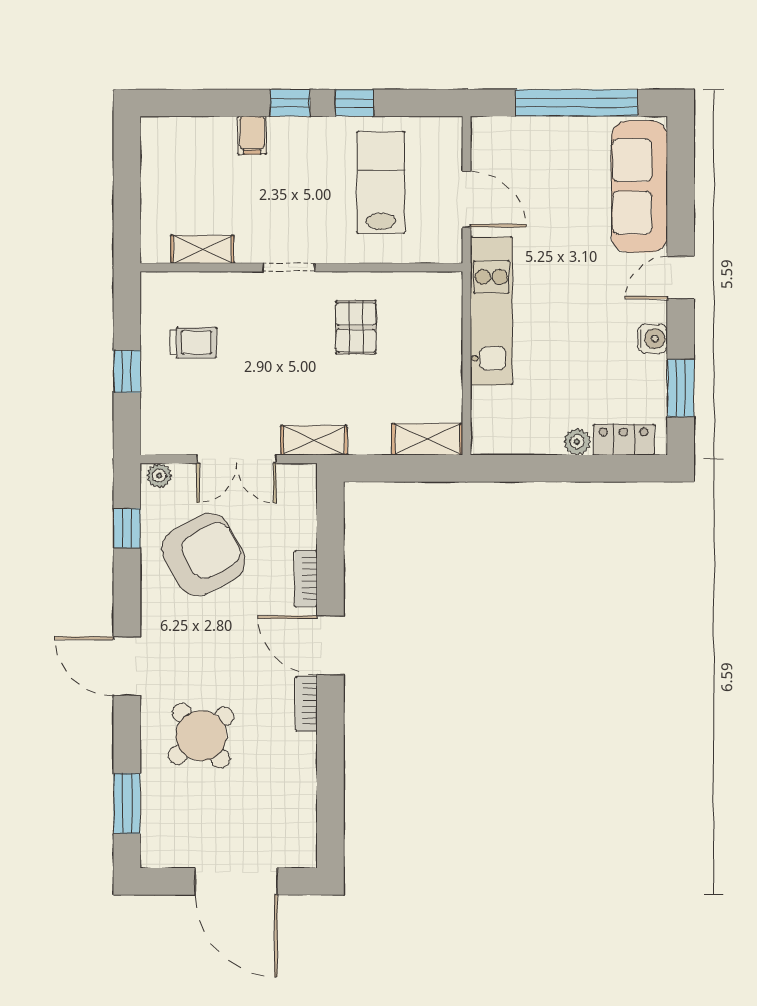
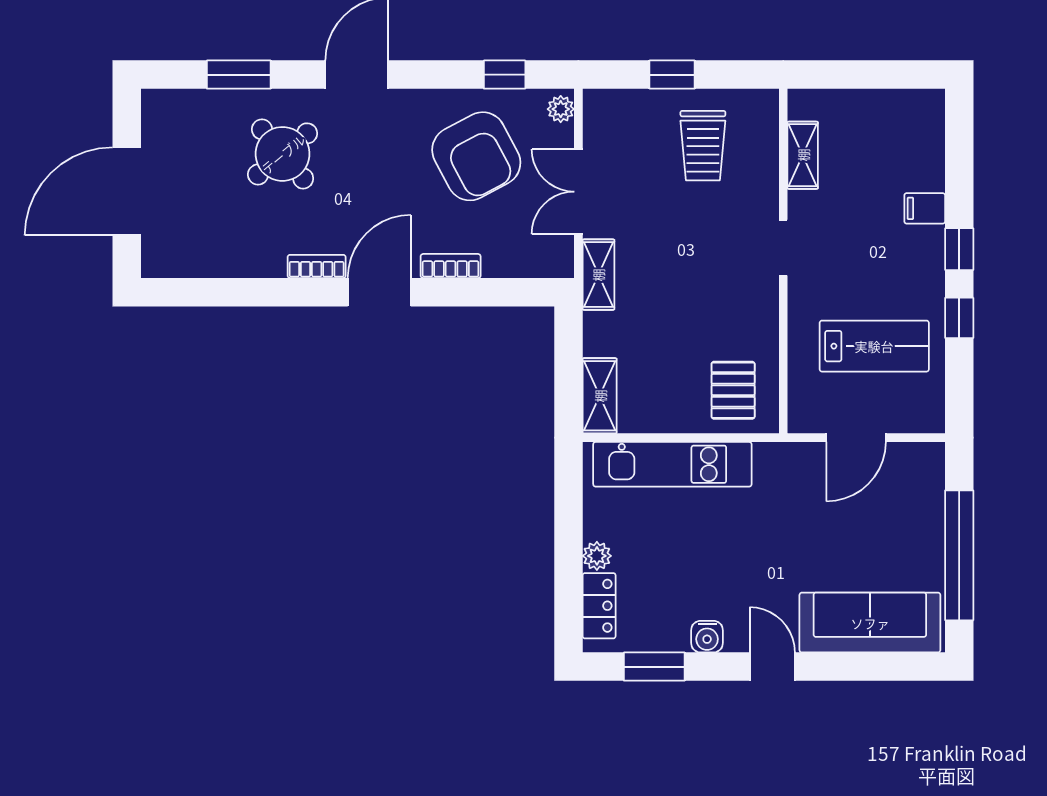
kitchen unit: (491, 311) -> (672, 464), moved
pallet: (356, 327) -> (733, 390), moved, turned 90
trolley: (193, 343) -> (703, 146), width x1.36, depth x1.39
window: (127, 803) -> (239, 75), moved

